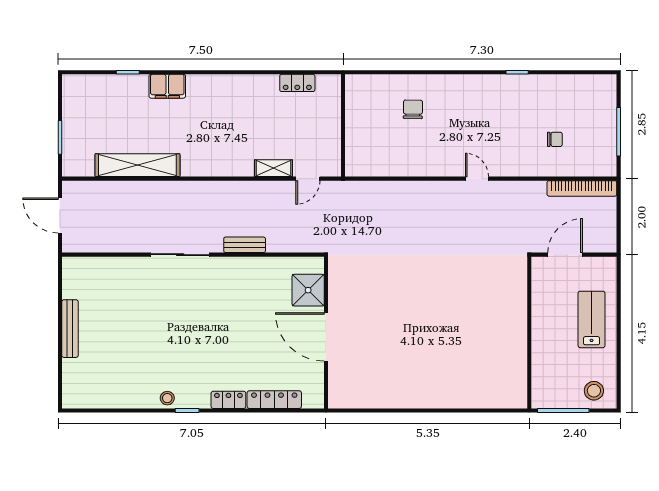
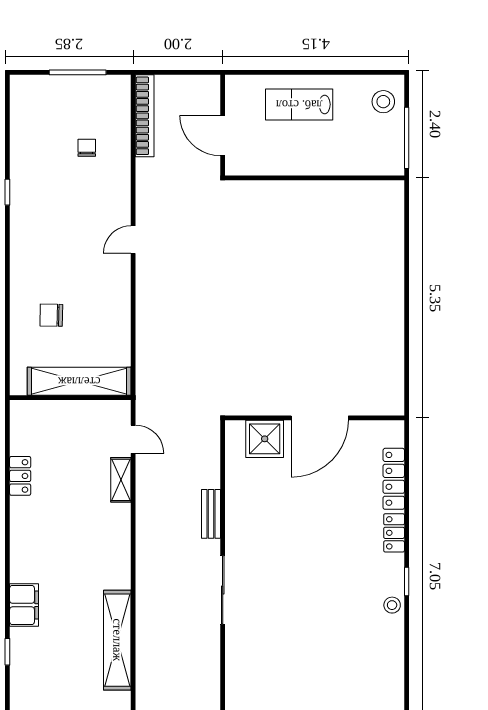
locker: (297, 83) -> (20, 476), moved
shelving: (357, 133) -> (79, 381), added

